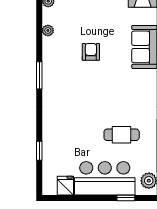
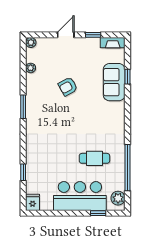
armchair: (91, 52) -> (68, 86), turned -119
fridge: (65, 186) -> (33, 202), moved

